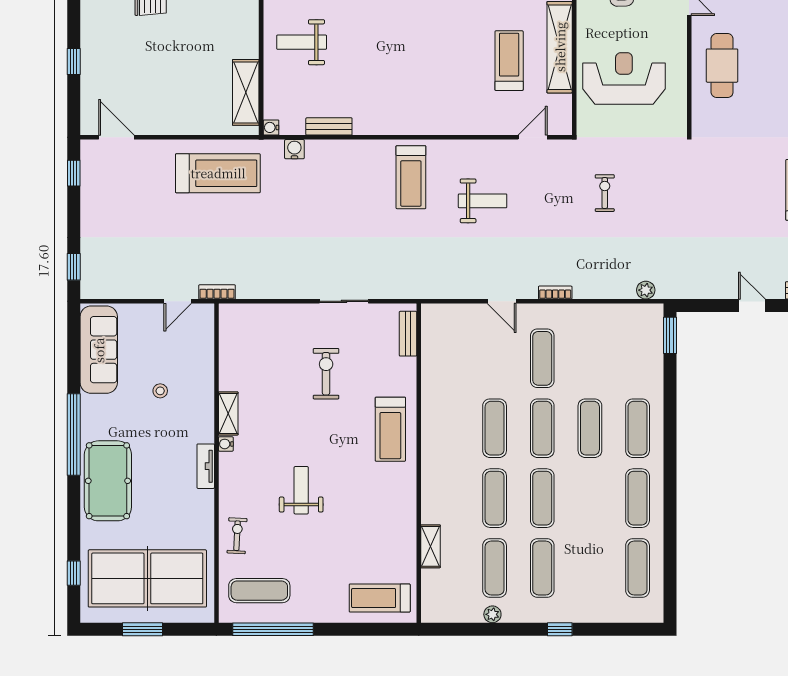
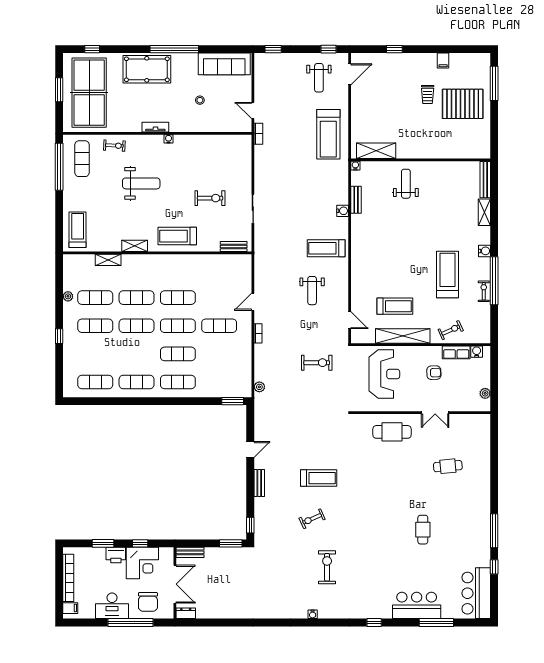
water cooler: (294, 149) -> (343, 211), moved
weight bench: (122, 189) -> (319, 78), added
exercise bike: (605, 193) -> (317, 363), width x1.38, depth x1.39
shelving: (228, 413) -> (135, 246), moved
weight bench: (301, 490) -> (141, 183), width x1.36, depth x1.33

